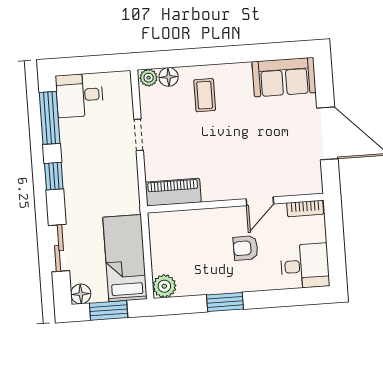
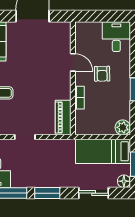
window: (54, 176) -> (47, 193), width x1.50
bookcase: (305, 208) -> (80, 98), moved

